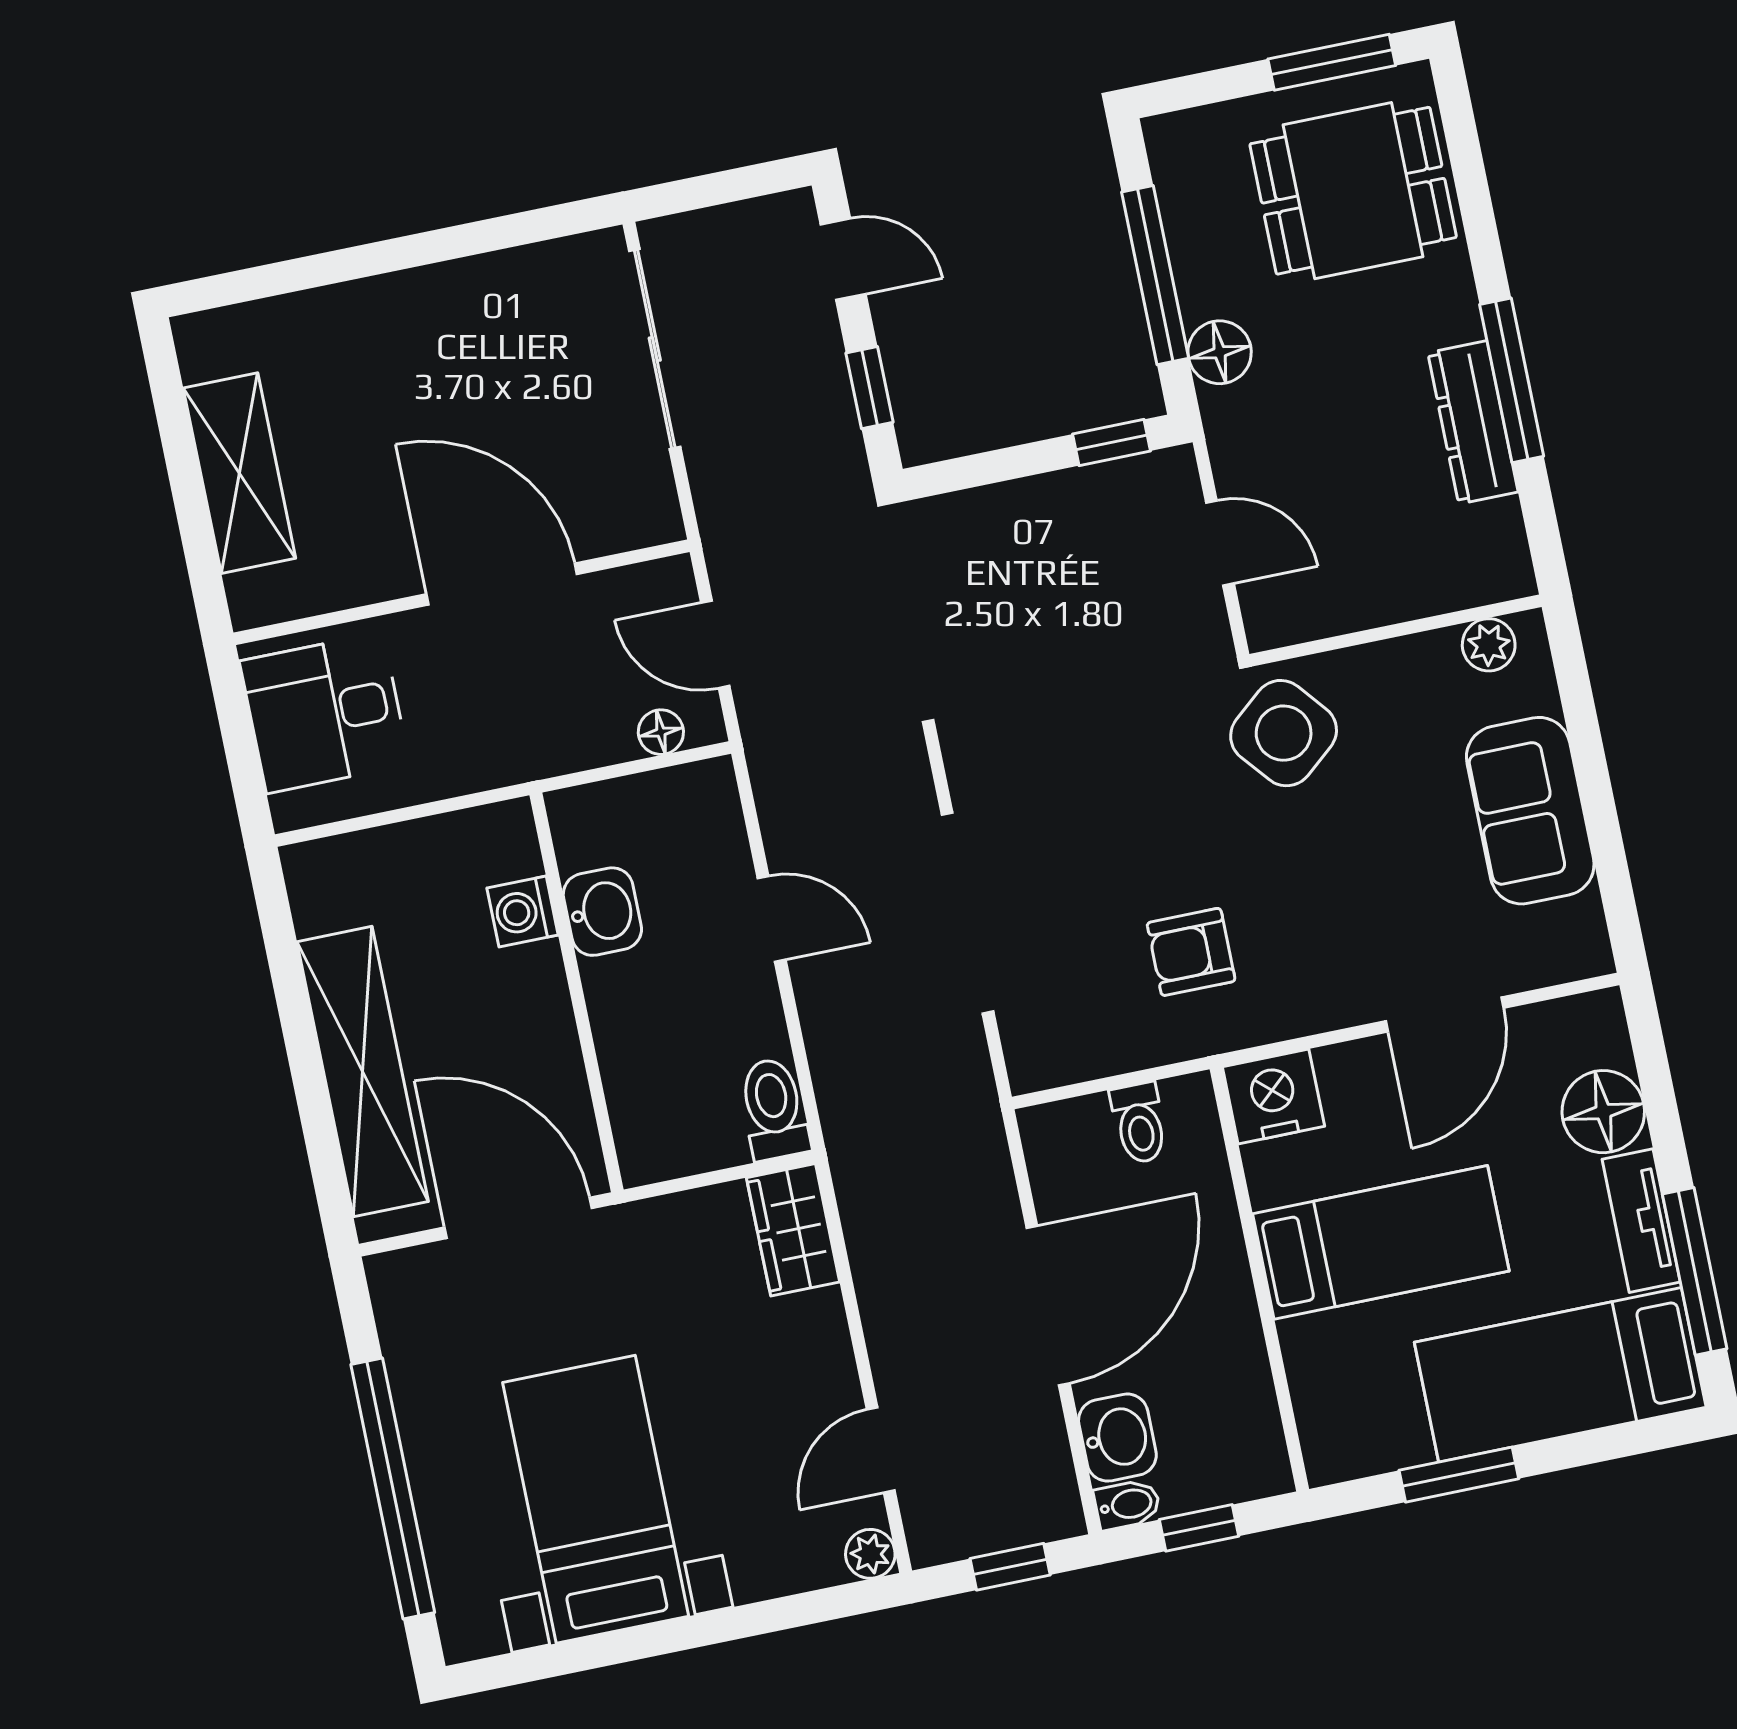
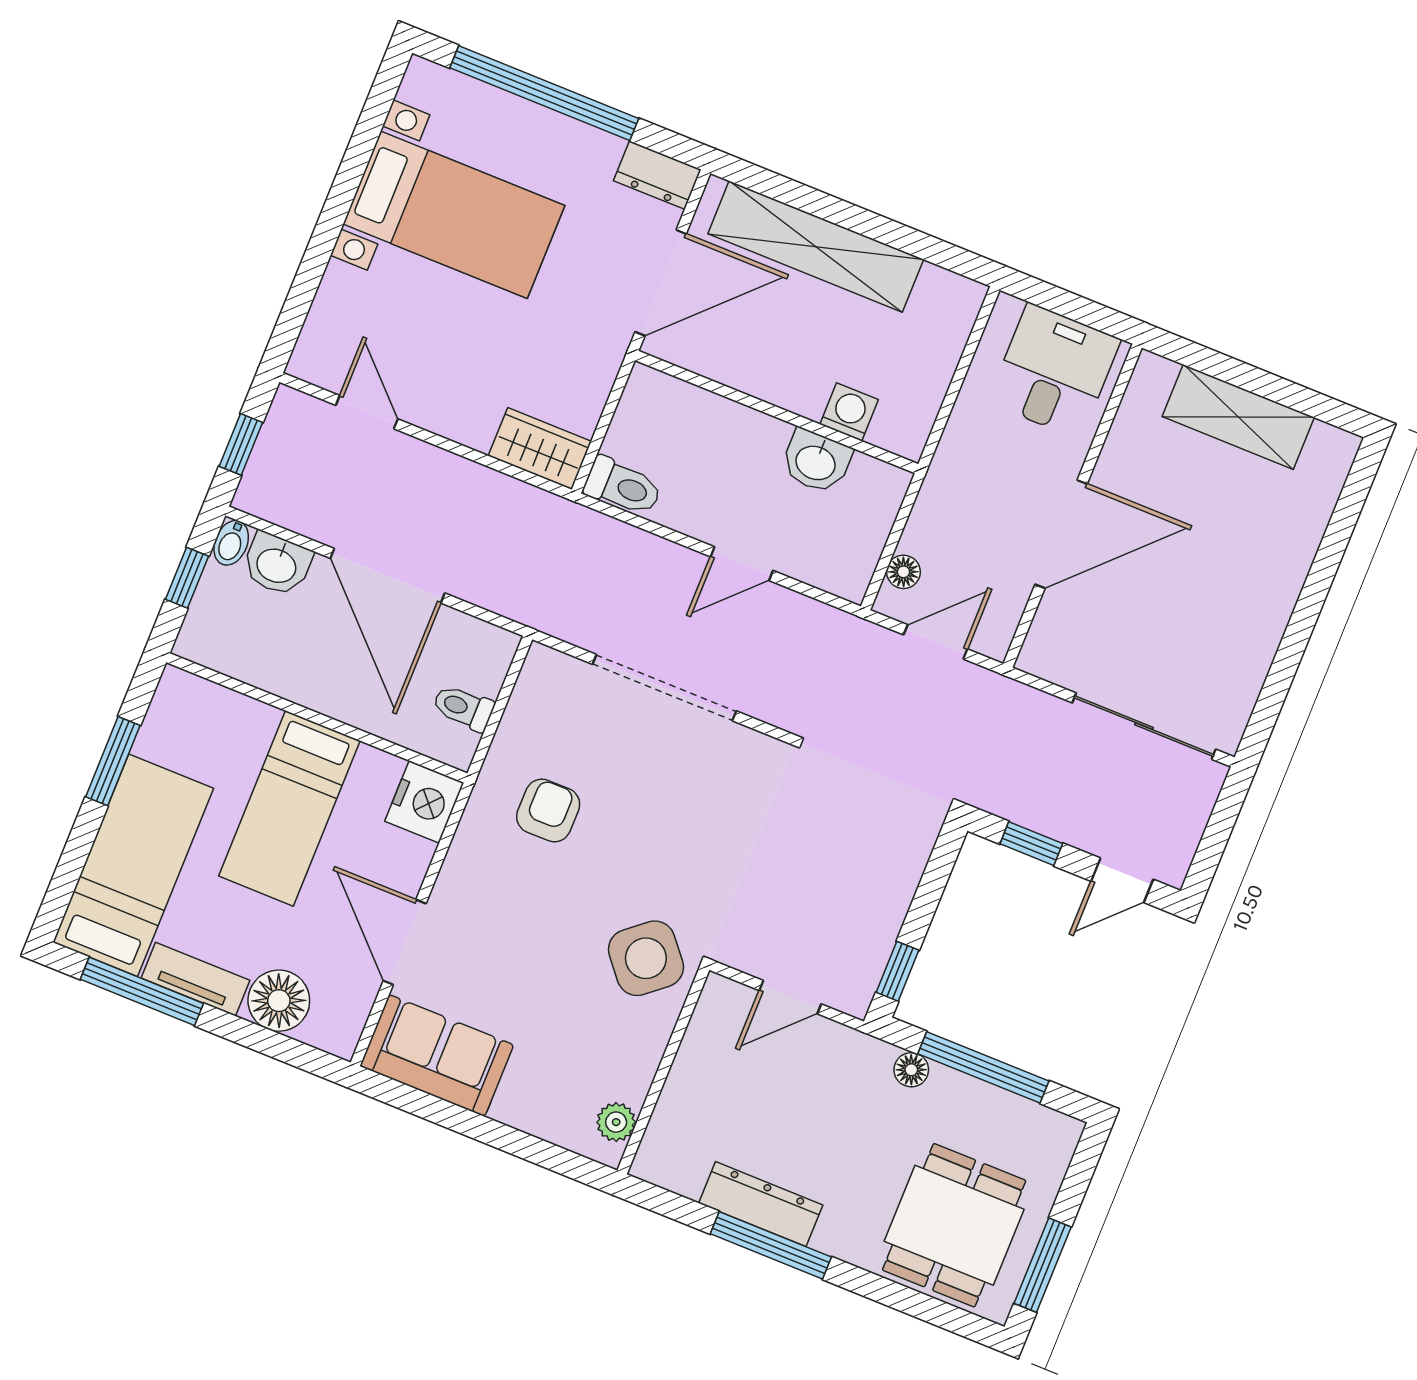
floor lamp: (1220, 352) -> (911, 1070), width x0.73, depth x0.73
sofa: (1530, 811) -> (437, 1056), moved
dresser: (400, 1301) -> (657, 175), added
plant: (870, 1554) -> (307, 363), removed

